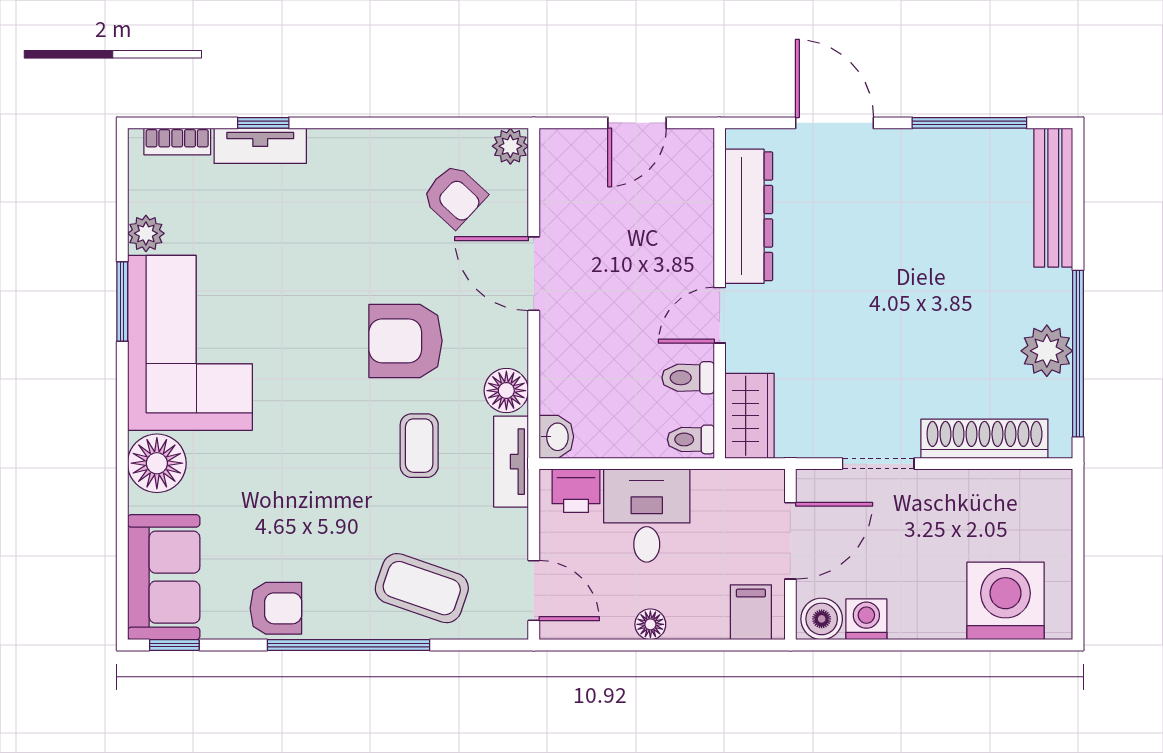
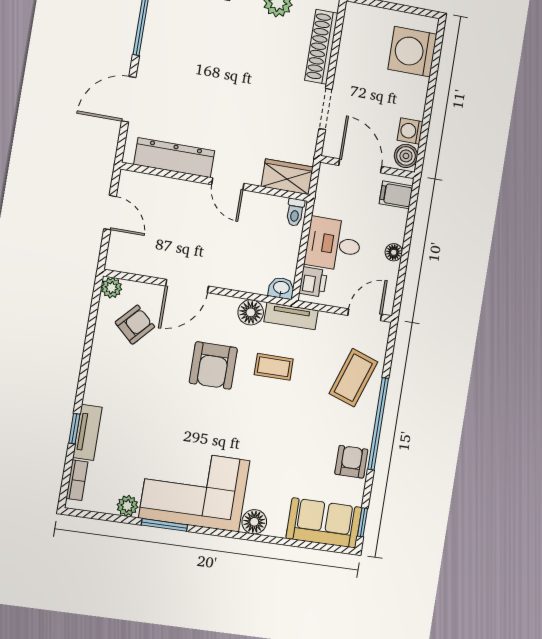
toilet: (688, 378) -> (260, 208), removed
floor lamp: (157, 463) -> (254, 522), width x0.73, depth x0.73

